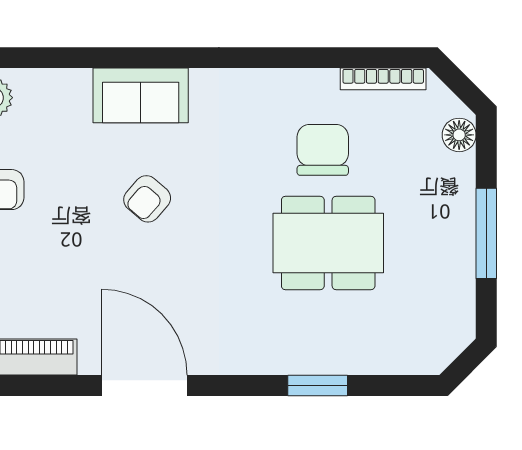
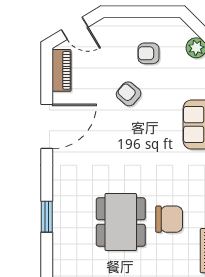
armchair: (147, 199) -> (129, 94), moved

